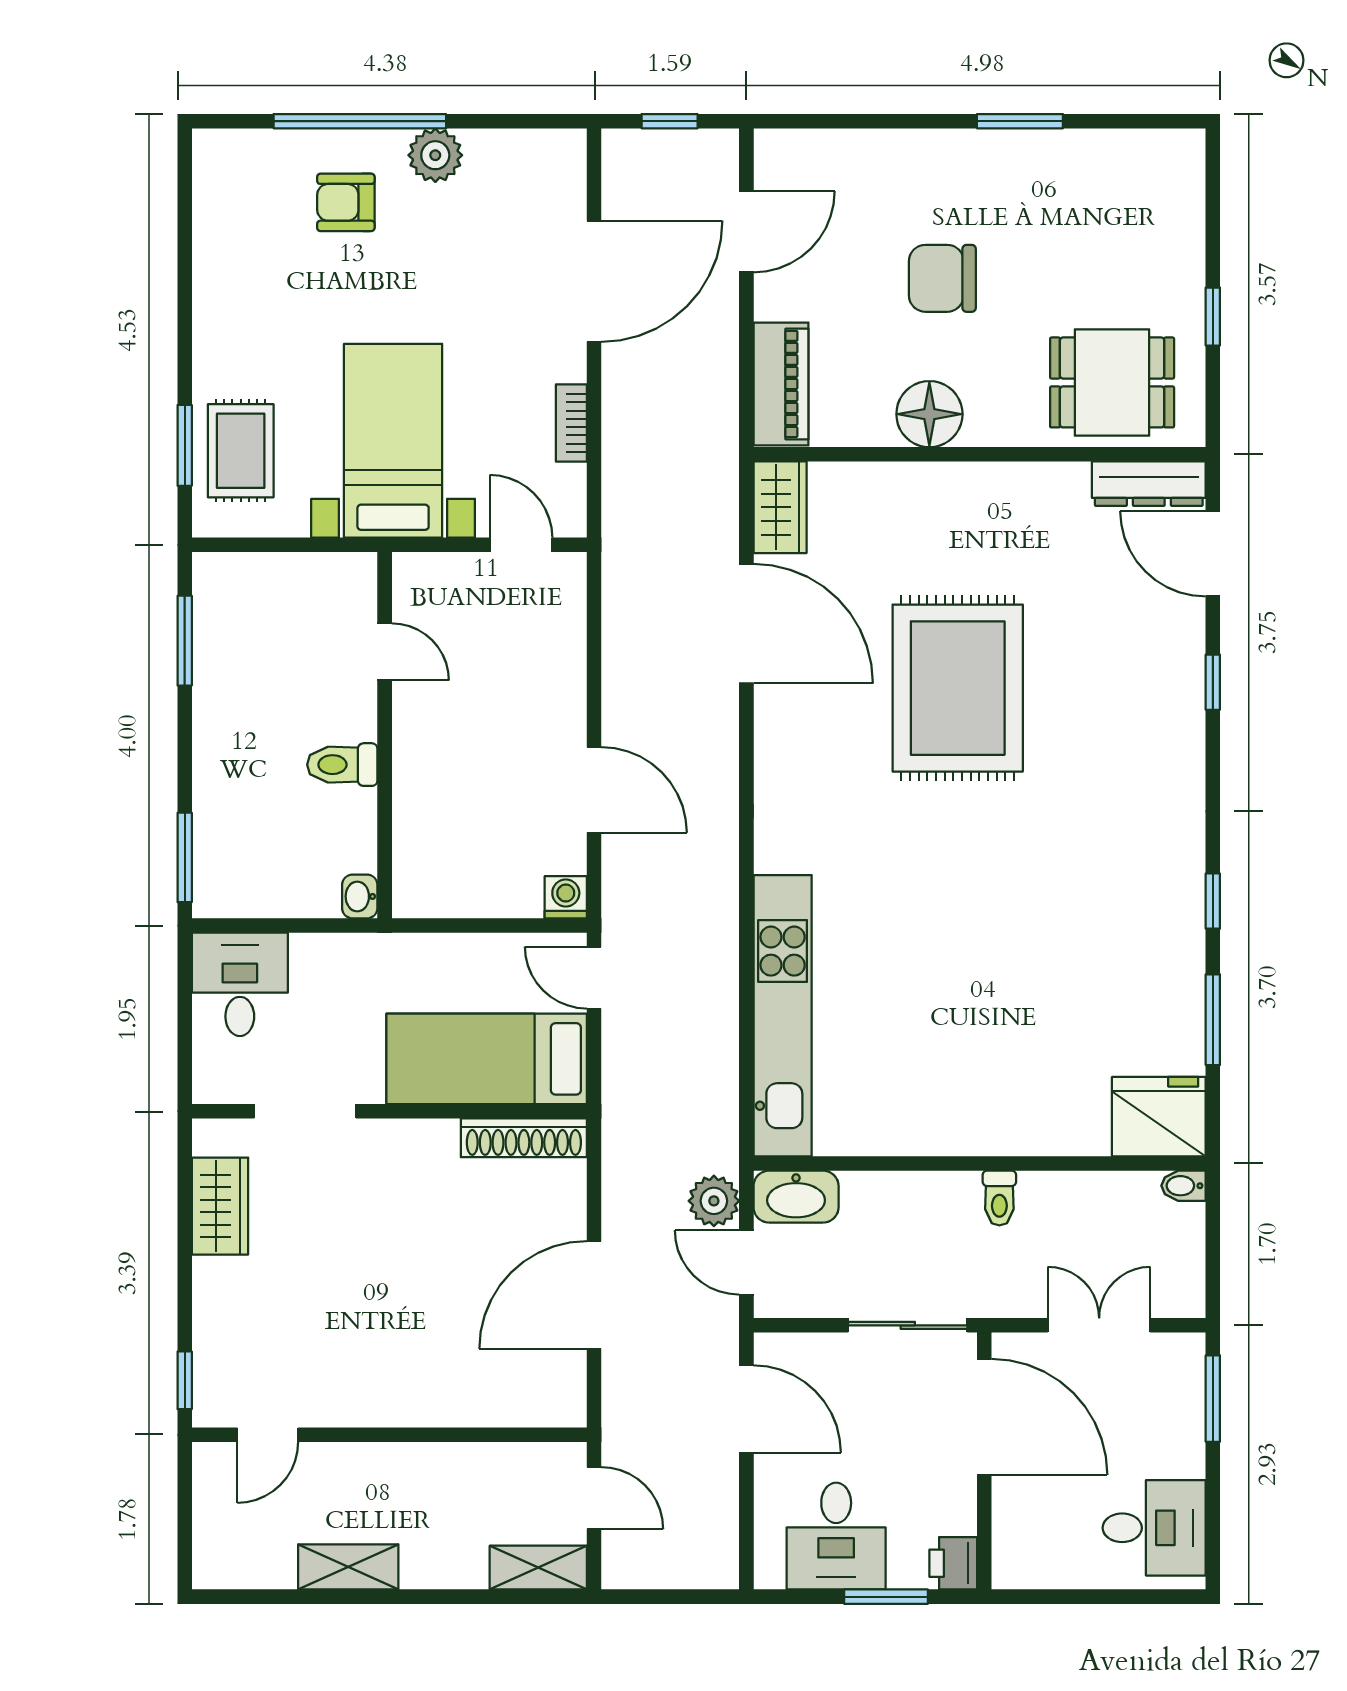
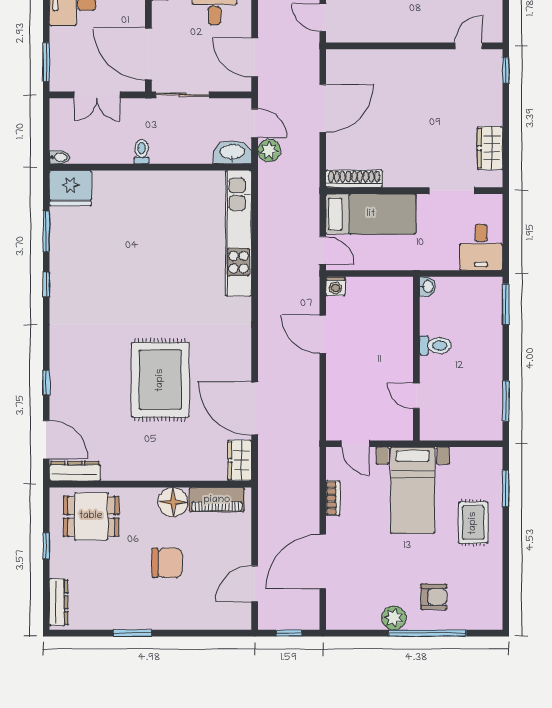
dresser: (1185, 190) -> (59, 602), added
piano: (781, 384) -> (217, 500), moved, turned -90
rug: (241, 451) -> (473, 523), moved

